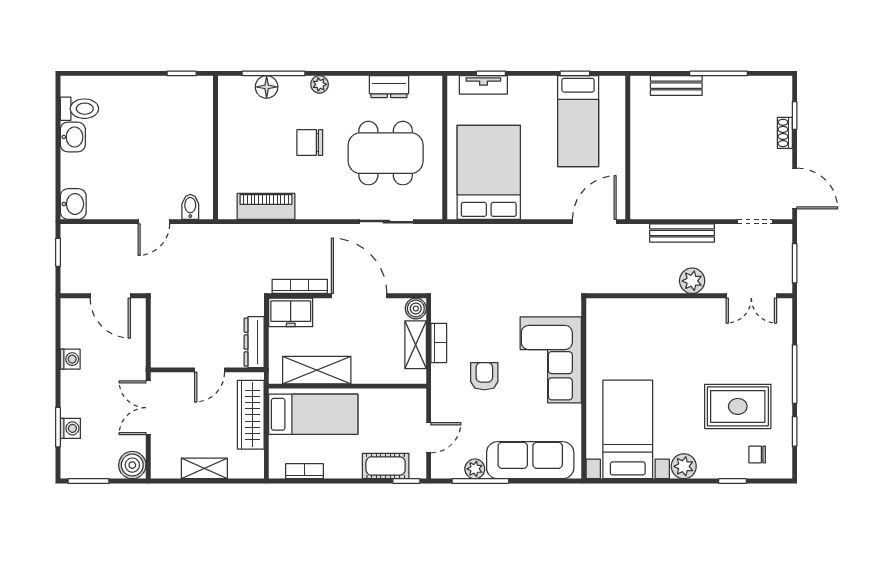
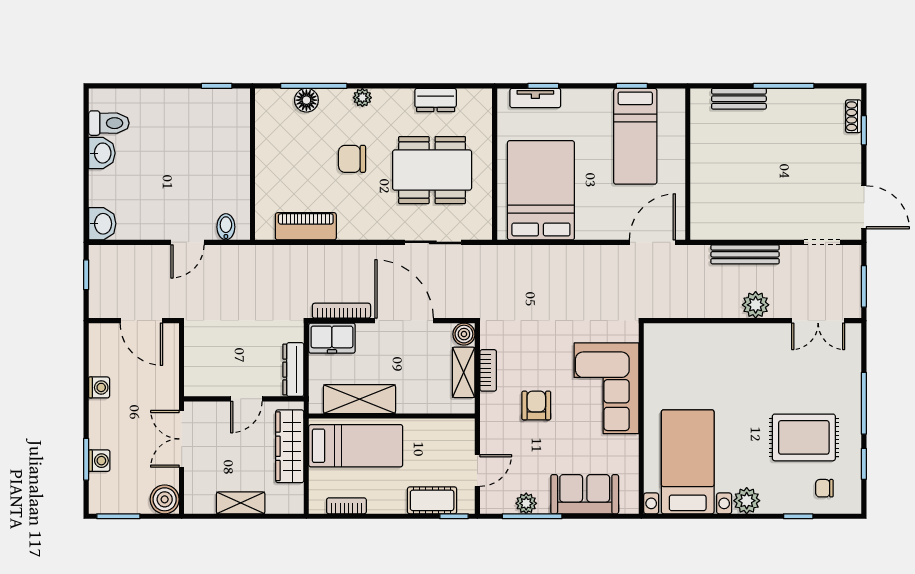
shoe rack: (785, 133) -> (853, 116), moved
sofa: (530, 460) -> (585, 494), width x0.73

